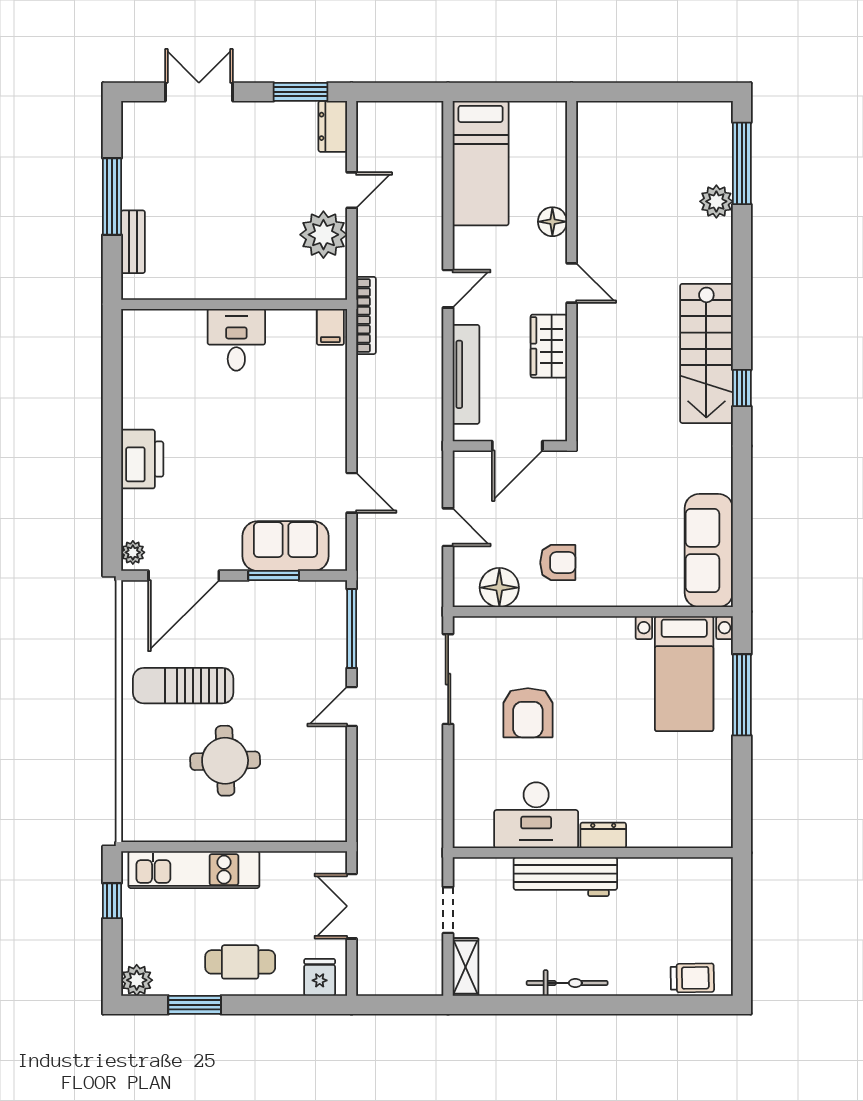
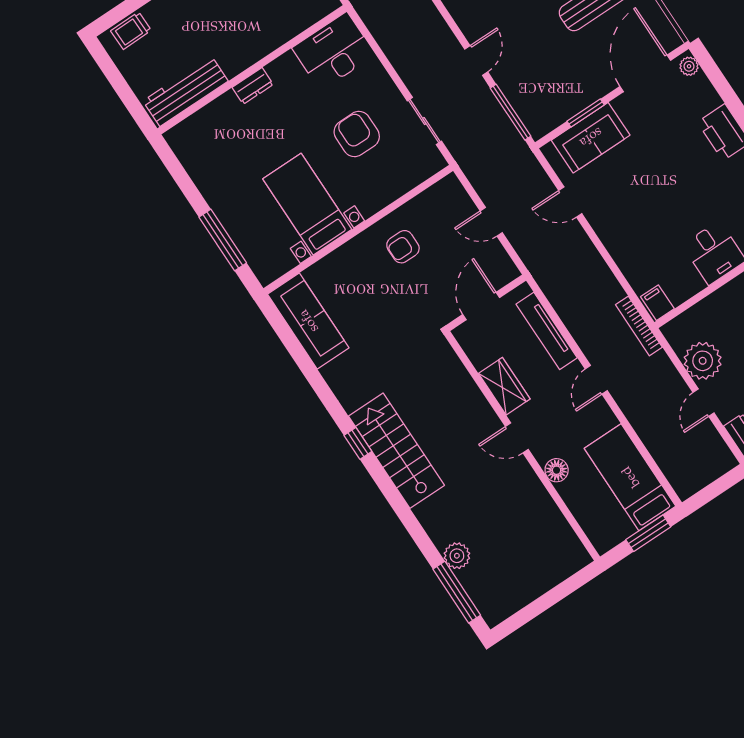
window: (500, 92) -> (648, 533), added
floor lamp: (499, 588) -> (431, 204), removed
bed with nightstands: (684, 674) -> (307, 204), moved
sliding door: (448, 679) -> (424, 121), width x0.73
desk: (536, 815) -> (334, 51), moved
workbench: (565, 877) -> (186, 91), moved

